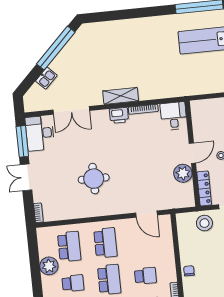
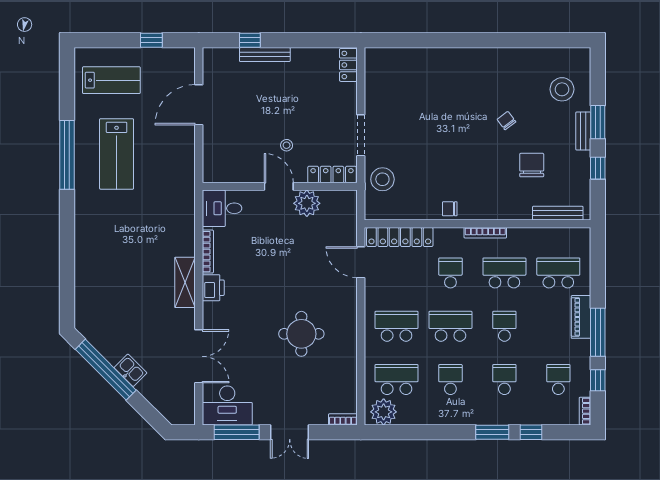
kitchen sink: (46, 78) -> (130, 370), moved
door: (147, 214) -> (361, 262), swing flipped
locker: (166, 239) -> (400, 237), added
plant: (49, 266) -> (384, 412), moved

